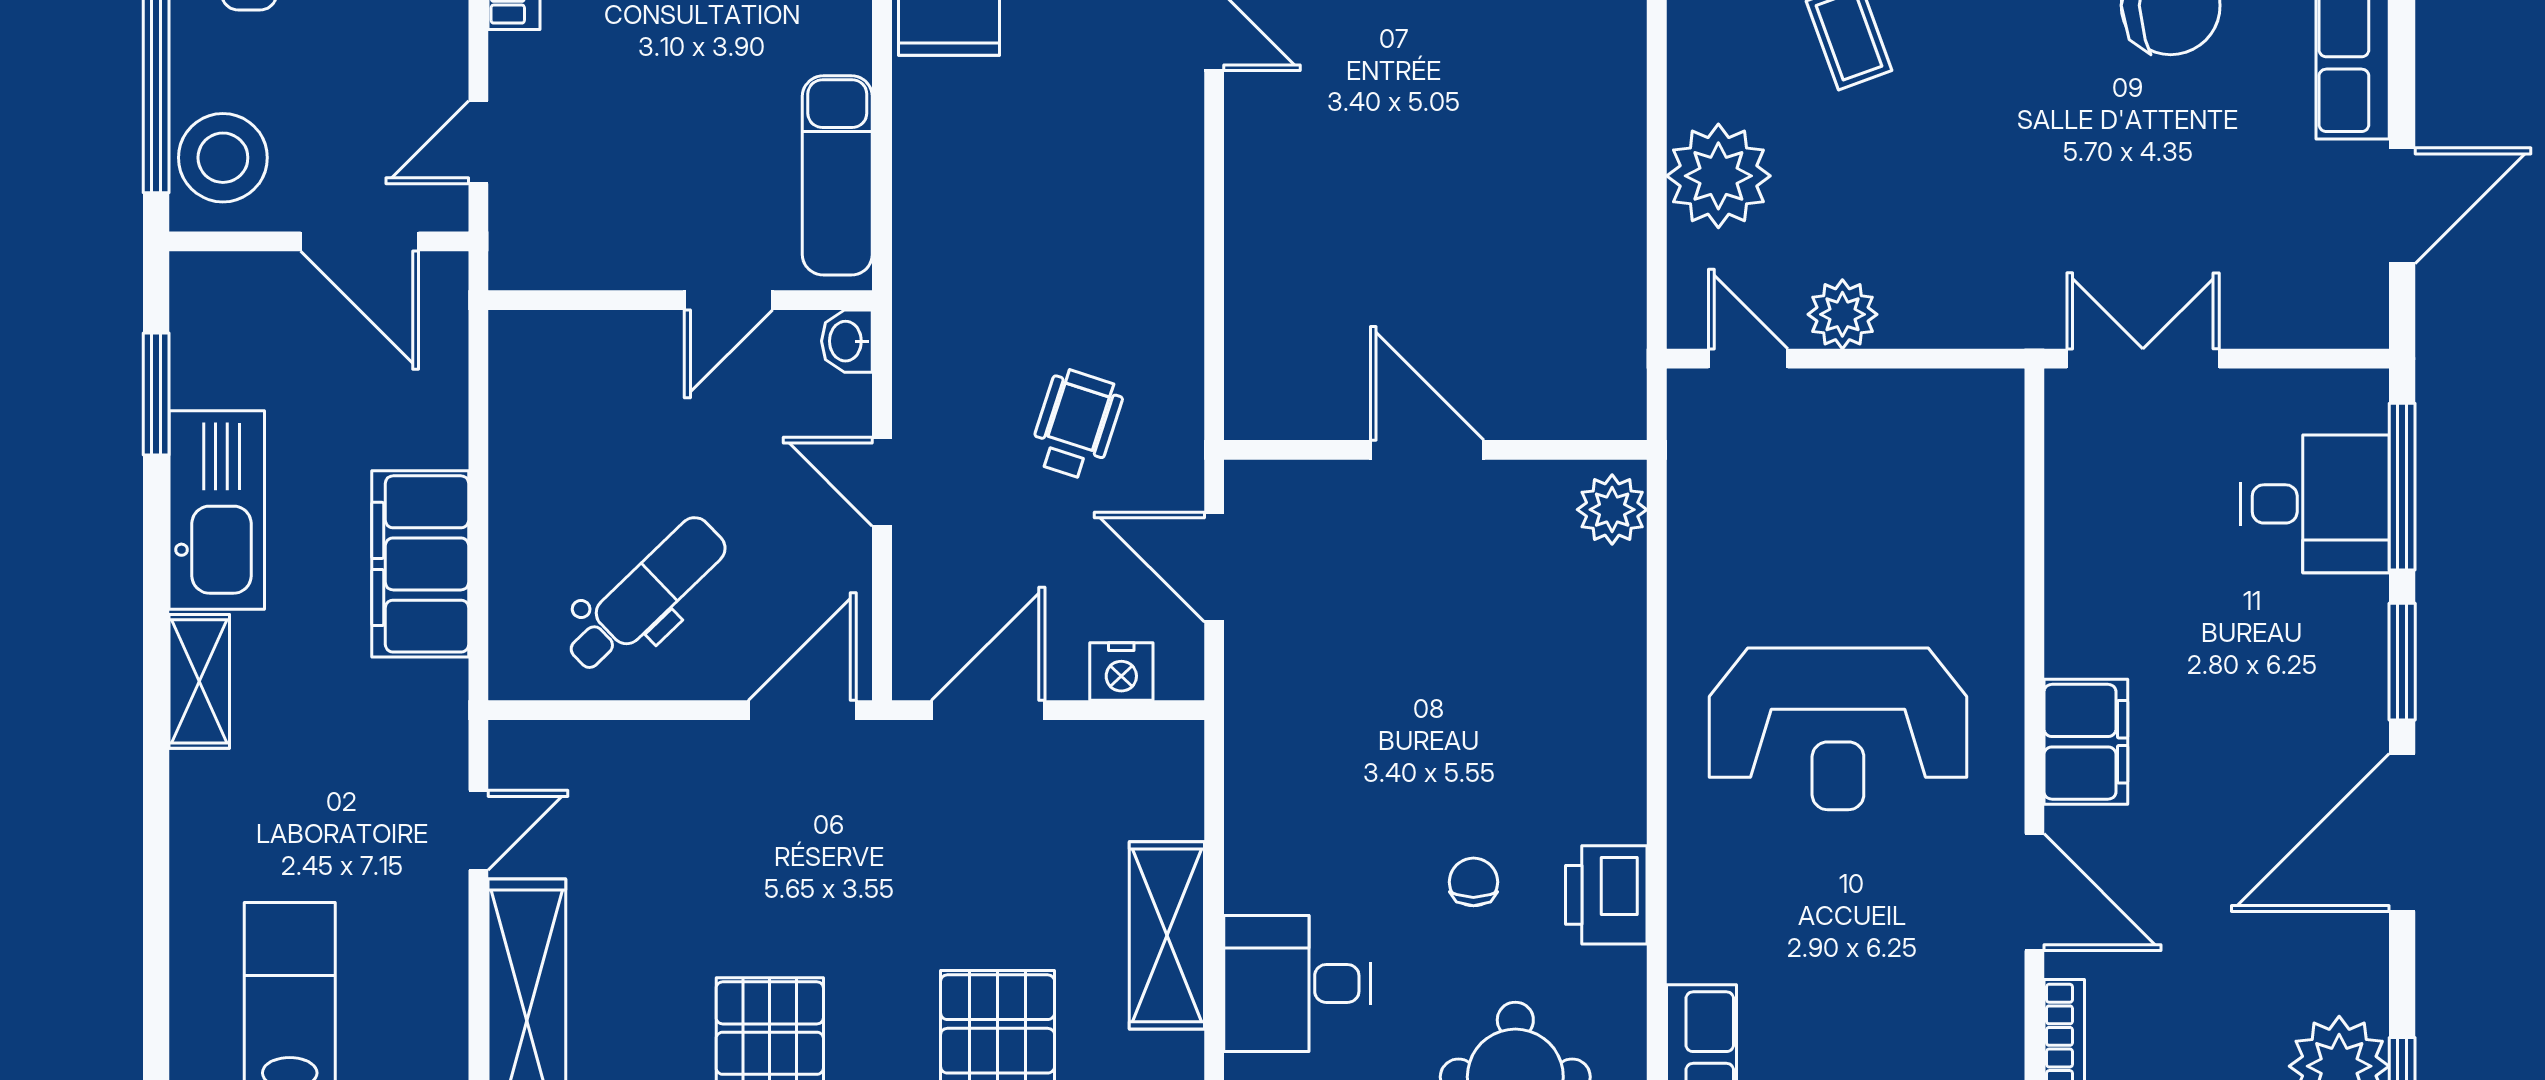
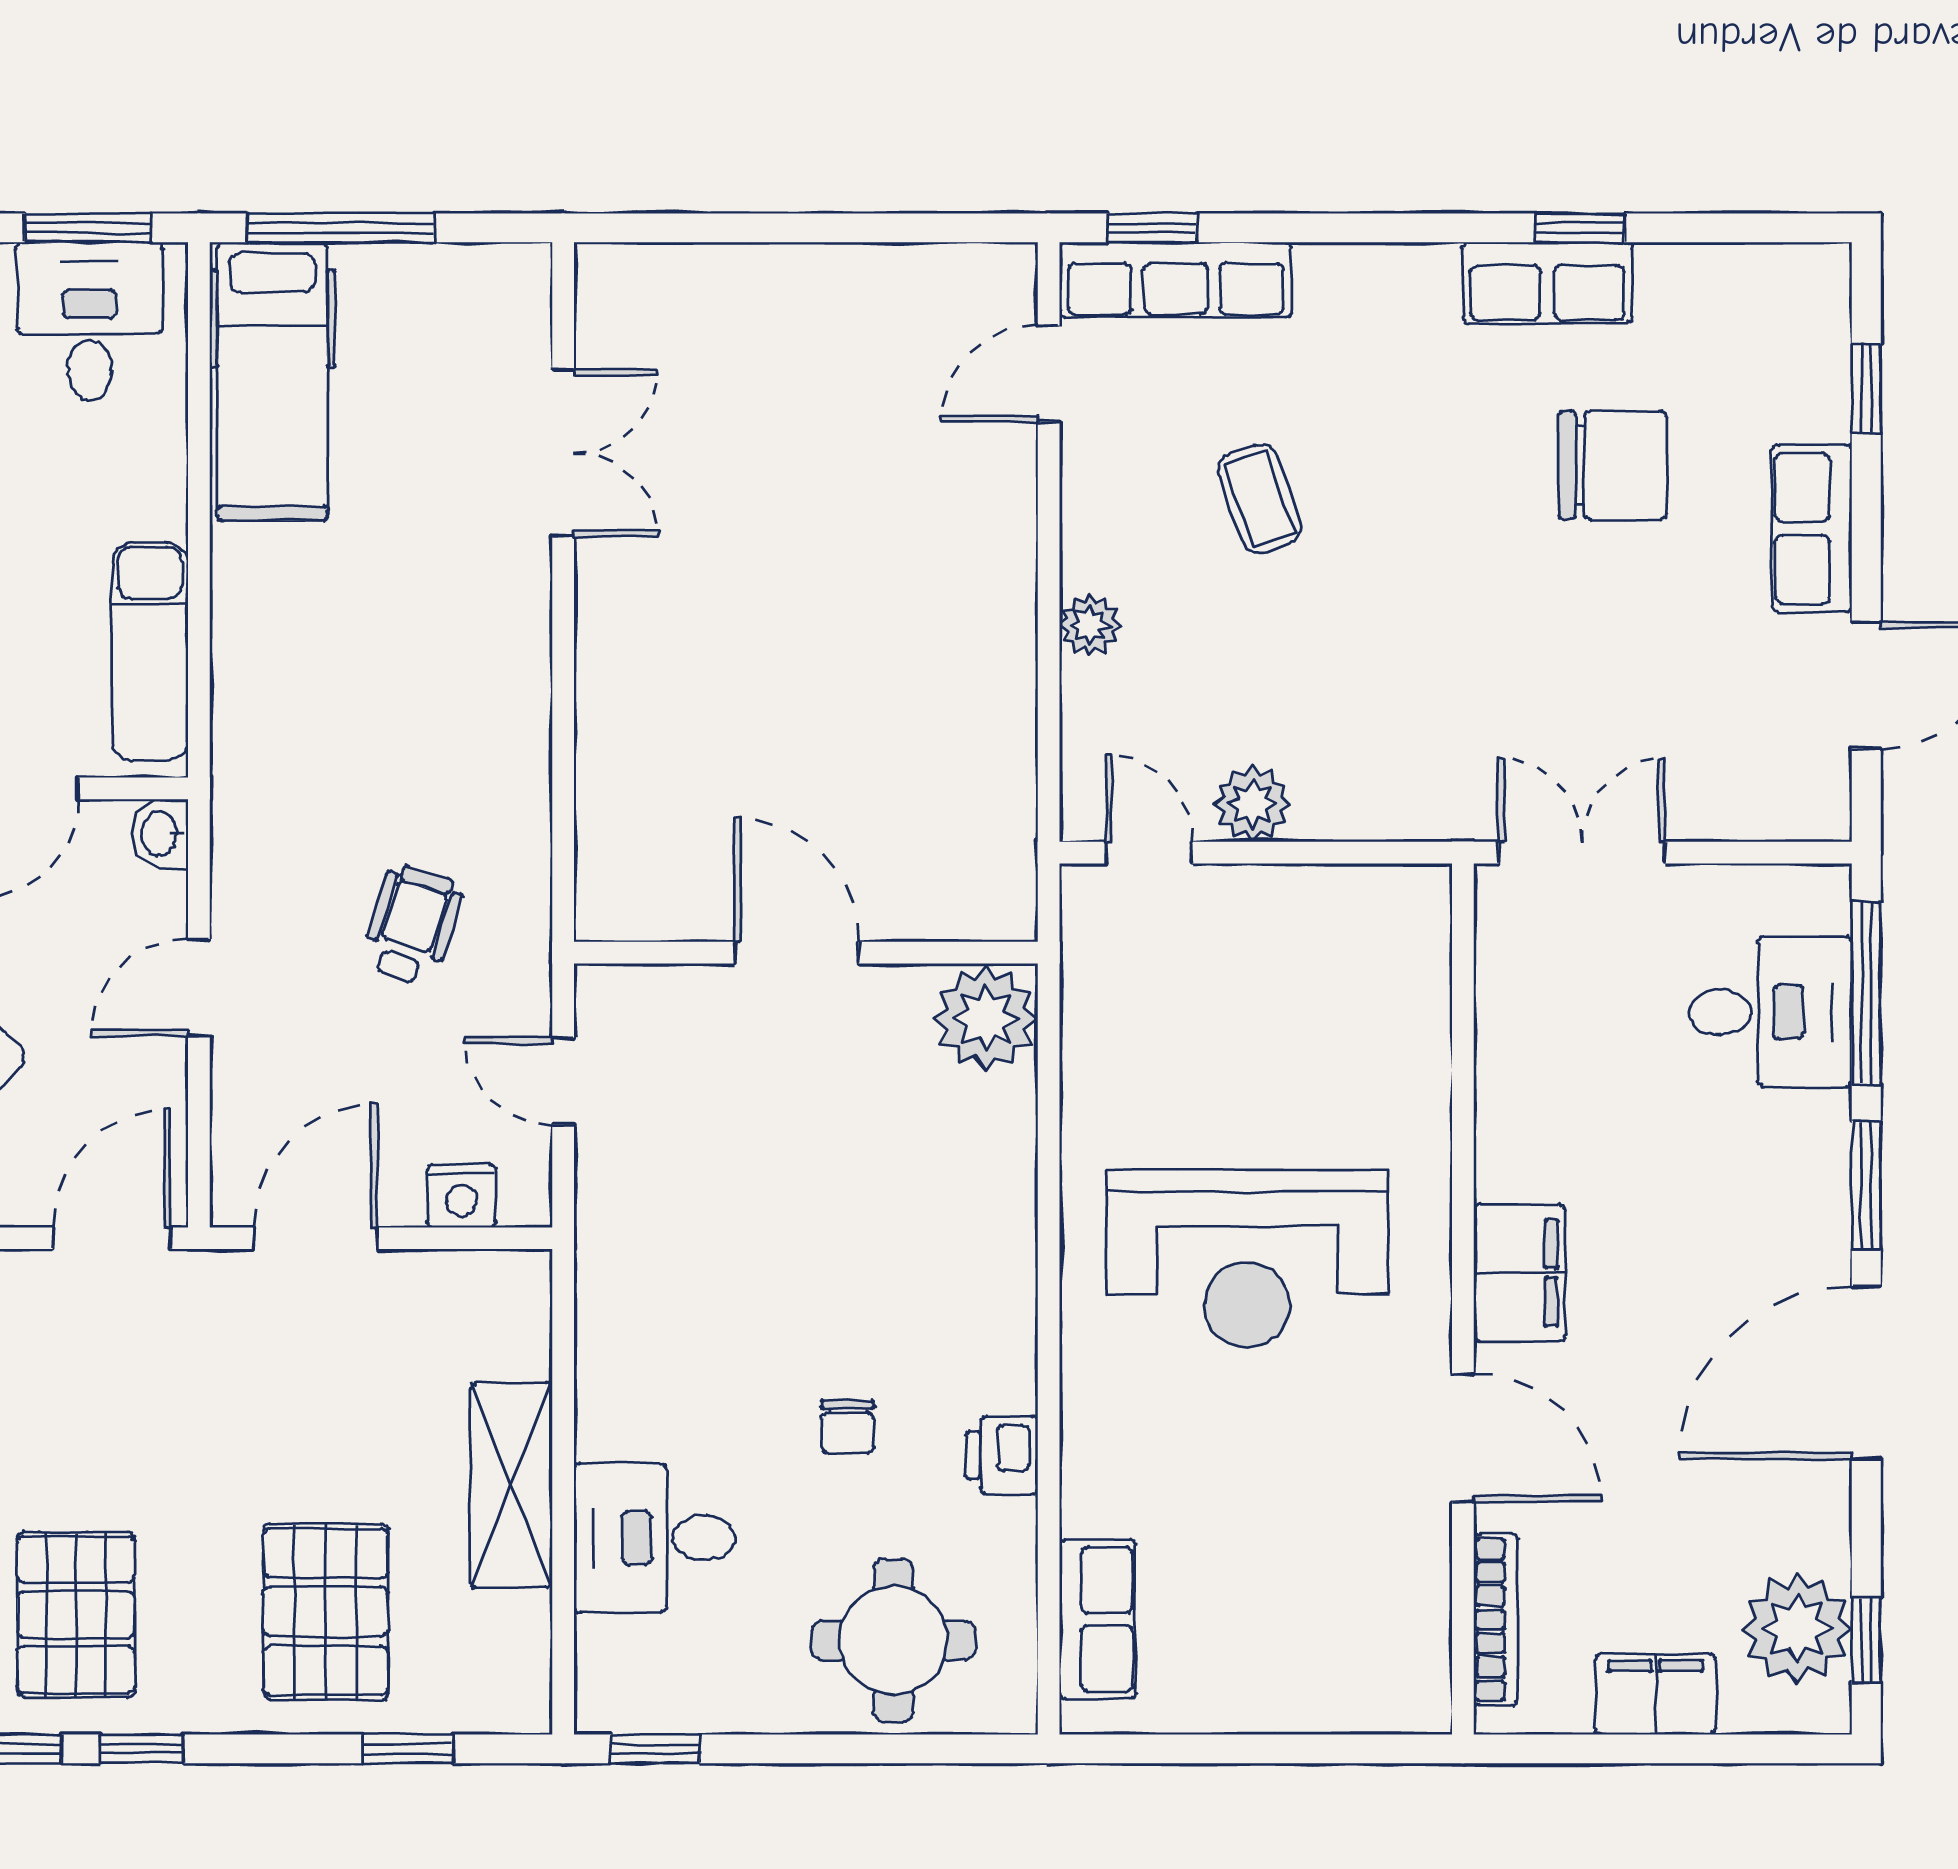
plant: (1718, 176) -> (1090, 626), width x0.53, depth x0.53
door: (882, 482) -> (199, 988), hinge flipped
plant: (1612, 510) -> (986, 1018), width x1.36, depth x1.36
door: (1214, 567) -> (563, 1081), width x0.73
chair: (1473, 882) -> (848, 1427), turned 180
printer: (1606, 895) -> (1002, 1455), width x0.73, depth x0.81

